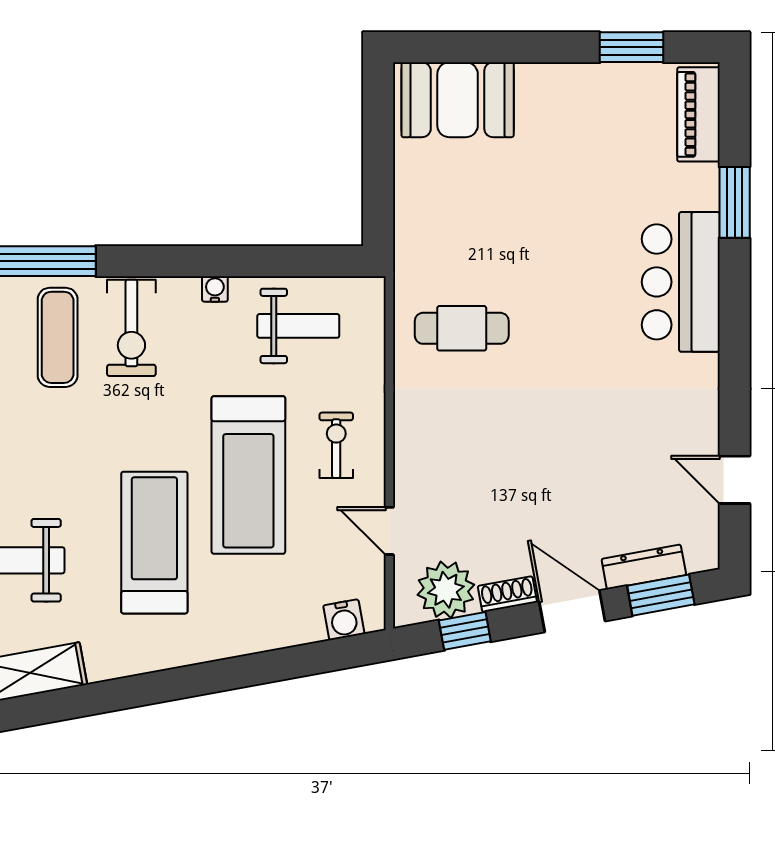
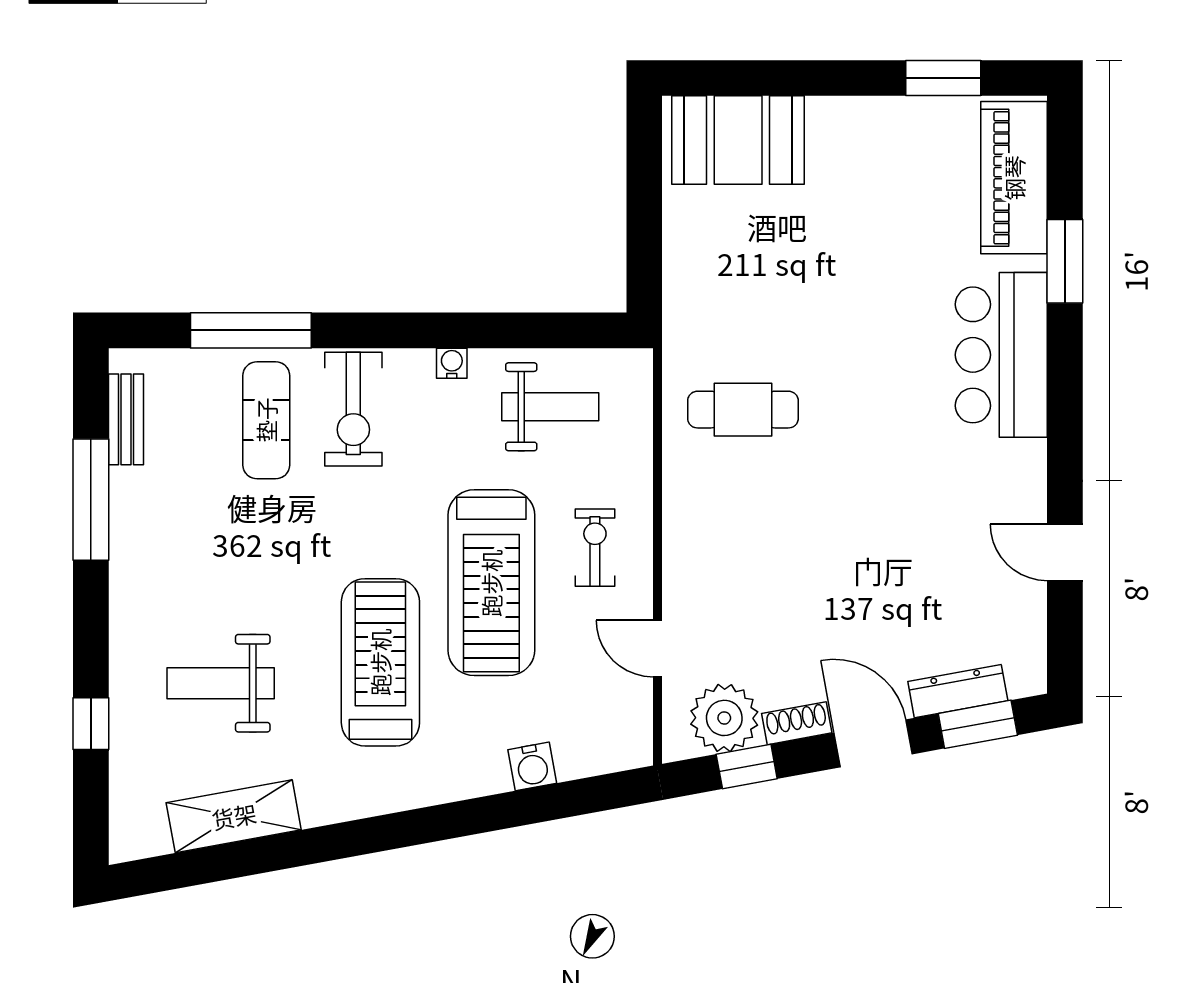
piano: (698, 114) -> (1014, 178), width x1.37, depth x1.33
door: (735, 480) -> (1065, 552), moved
water cooler: (344, 620) -> (532, 766), moved

